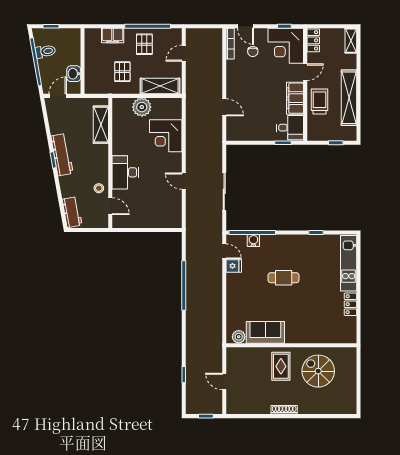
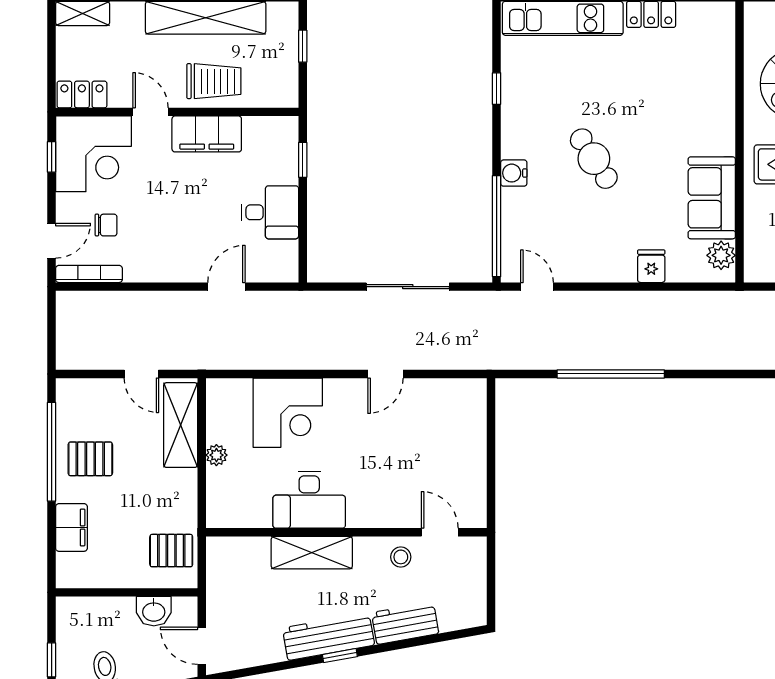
door: (184, 53) -> (141, 374), moved
pallet: (122, 72) -> (171, 551), moved
trolley: (320, 102) -> (214, 81), turned 180
plant: (142, 107) -> (216, 455), width x0.53, depth x0.53
shelving: (101, 125) -> (312, 553), moved
desk: (290, 128) -> (270, 212), moved, turned 90
desk: (125, 172) -> (309, 500), moved
door: (110, 206) -> (440, 532), hinge flipped
workbench: (72, 212) -> (405, 623), moved
water cooler: (253, 241) -> (514, 173), moved
door: (224, 251) -> (537, 287), hinge flipped
fridge: (234, 266) -> (651, 266), moved
cafe table: (284, 278) -> (594, 159), turned -33

